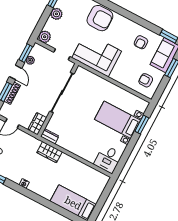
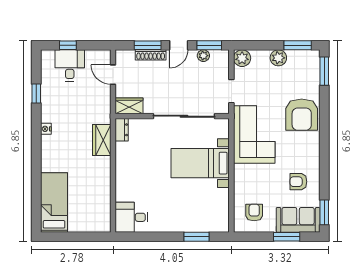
bed with nightstands: (118, 120) -> (200, 163), moved, turned -90

